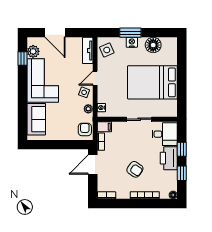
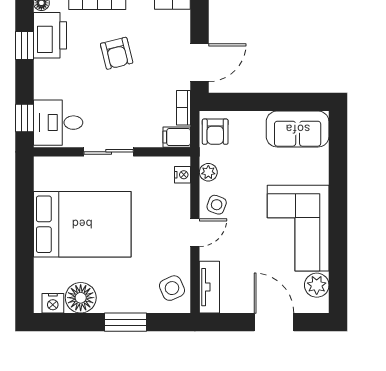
nightstand: (132, 42) -> (53, 303), moved
window: (22, 59) -> (338, 271), removed
sofa: (36, 119) -> (298, 129), moved, turned -90
window: (182, 149) -> (25, 118), moved
printer: (169, 158) -> (50, 35), moved
armchair: (135, 169) -> (117, 53), turned -139

